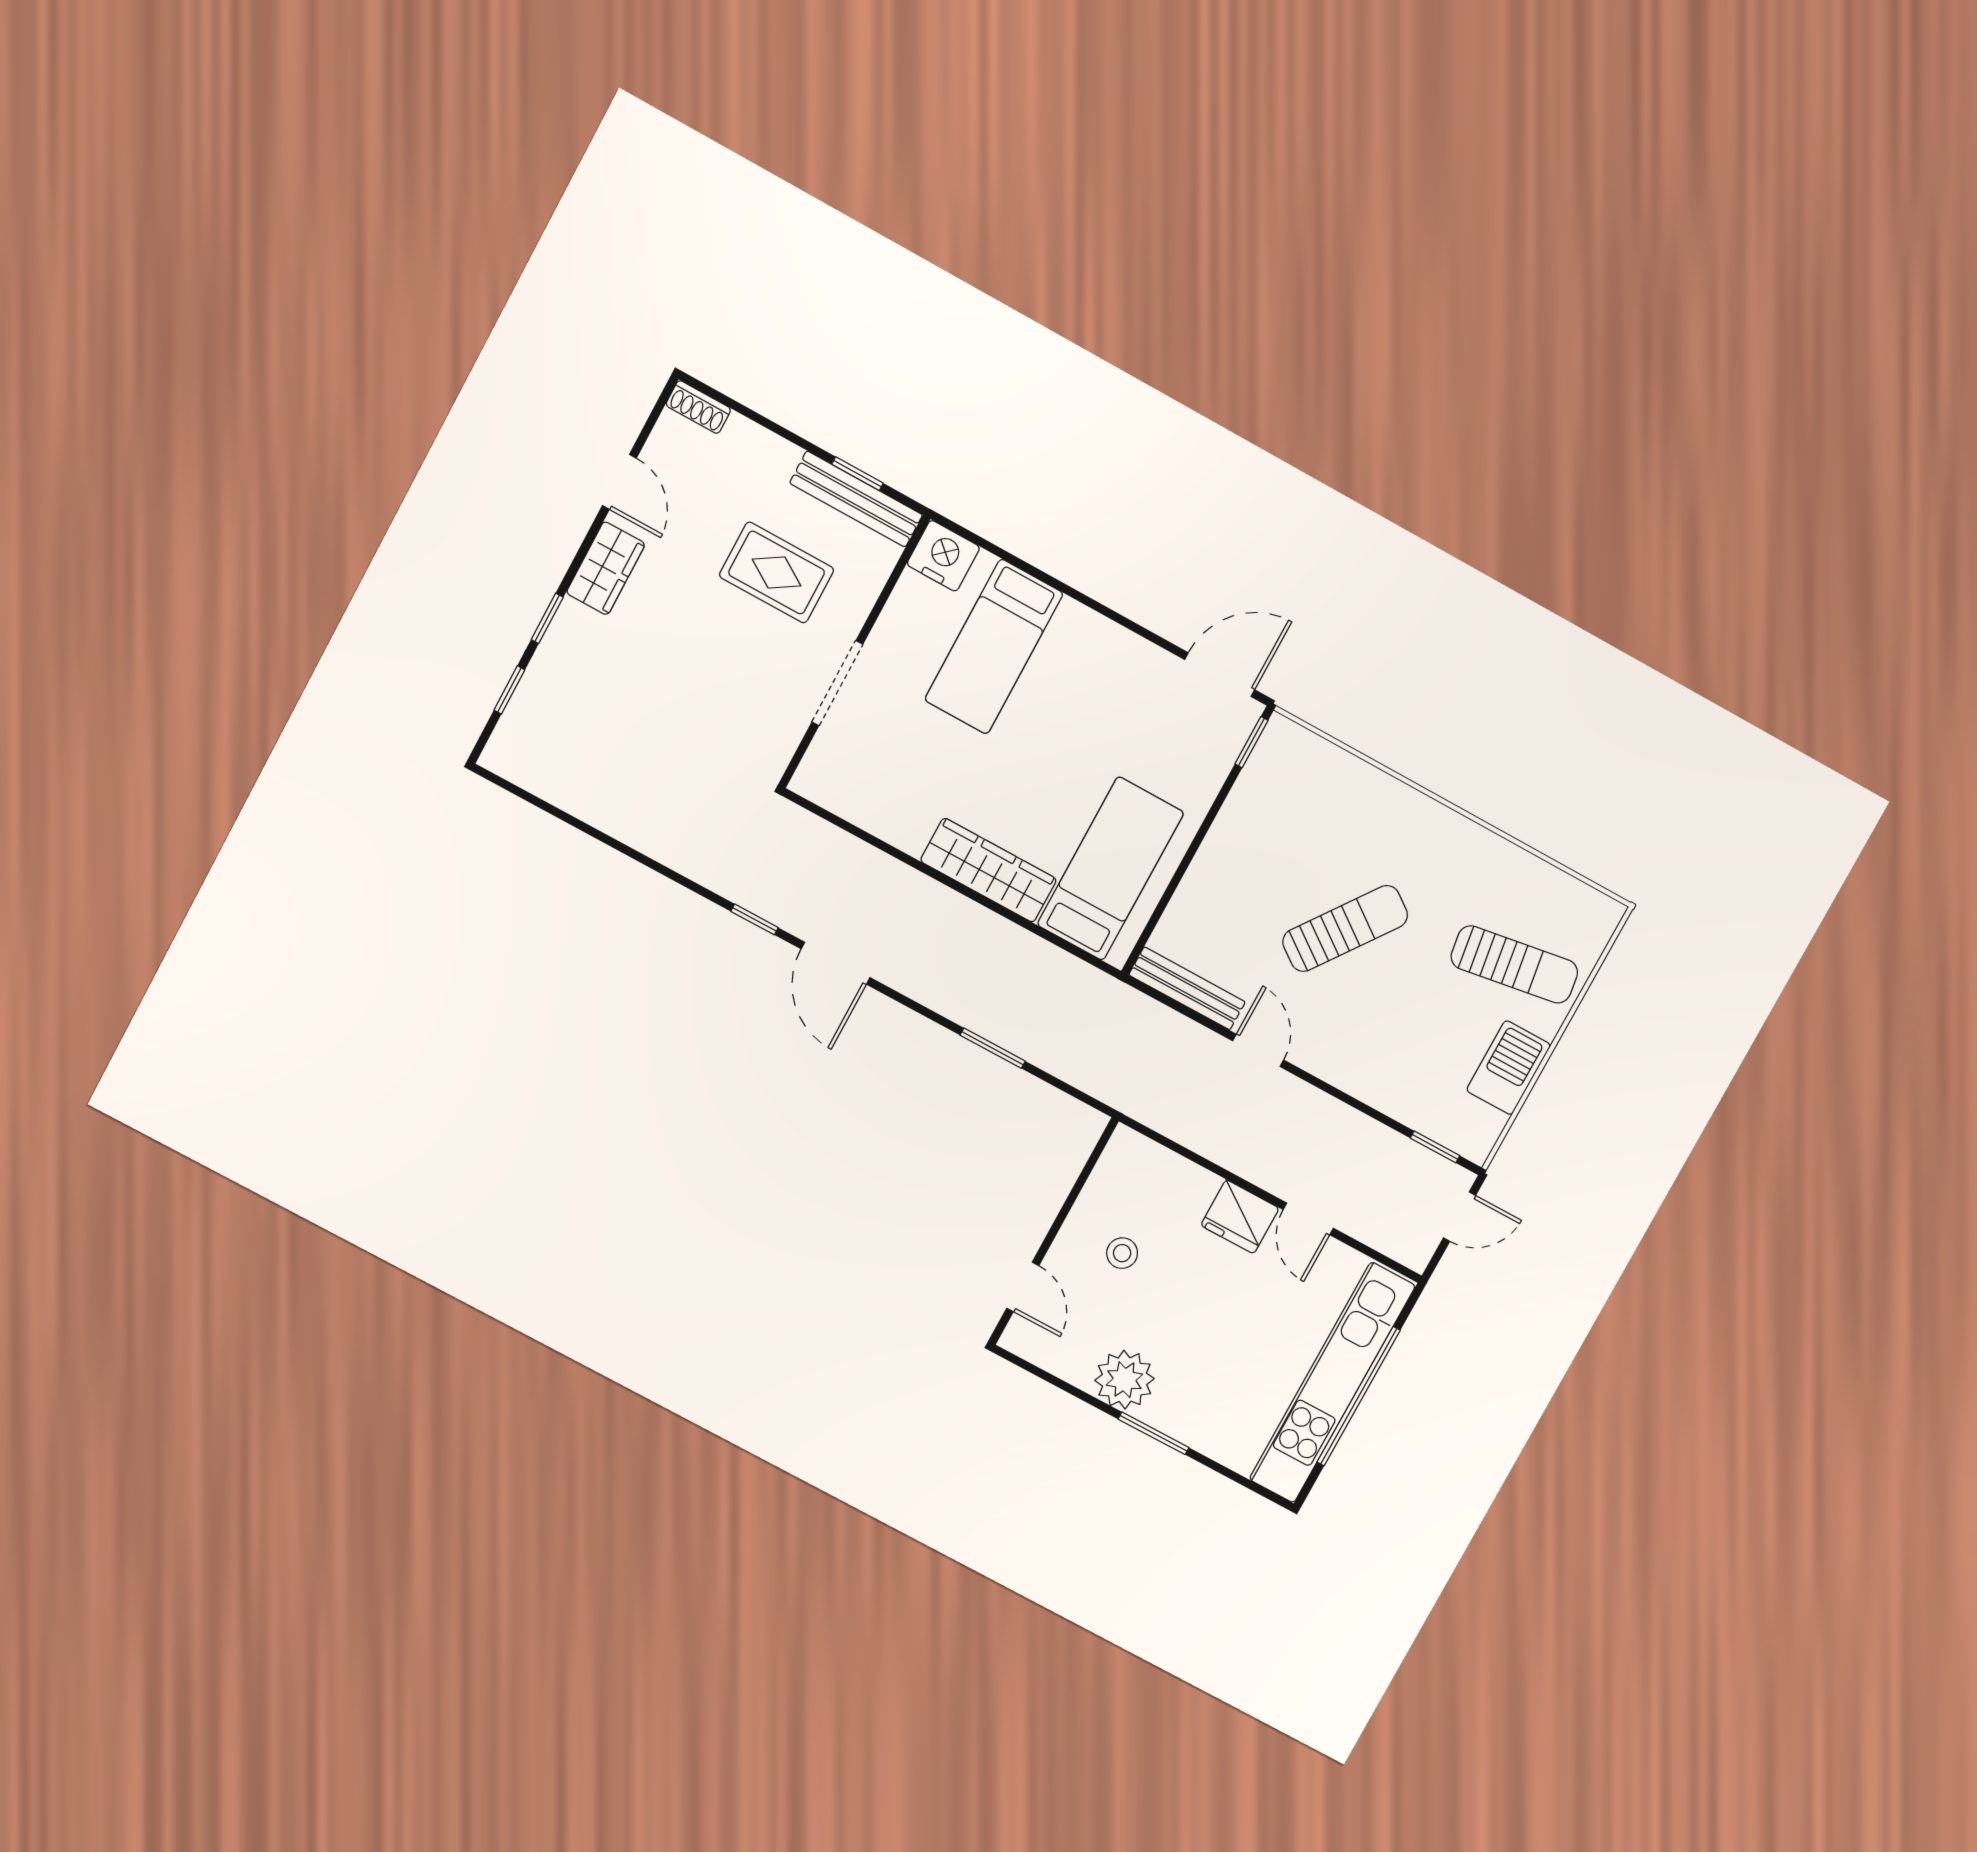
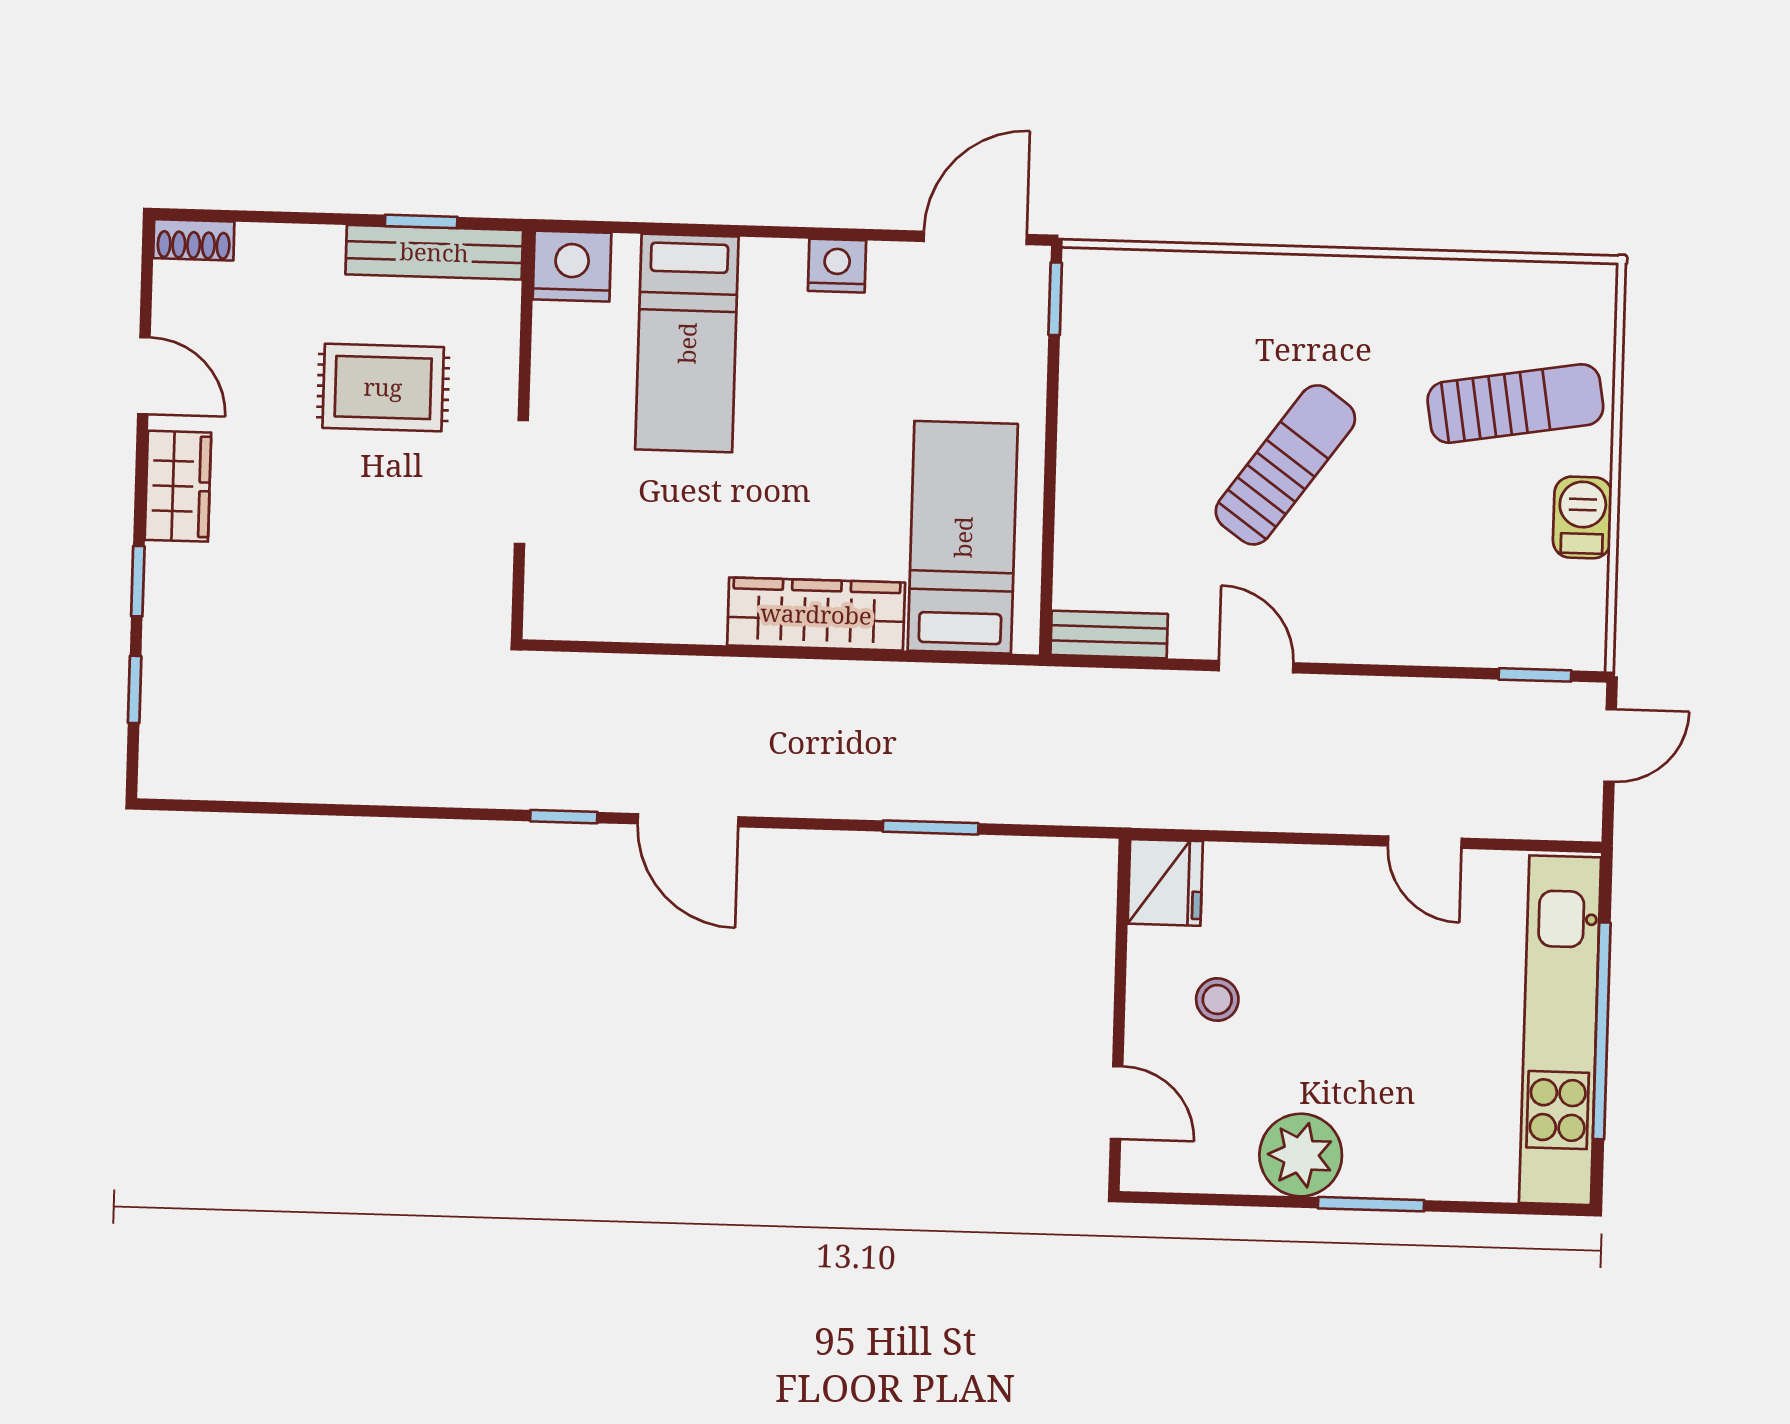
nightstand: (1119, 646) -> (837, 266), added
bench: (1187, 988) -> (1109, 634), width x0.73
barbecue: (1508, 1068) -> (1582, 517), width x0.73, depth x0.79
fridge: (1240, 1217) -> (1165, 882), moved, turned -90

